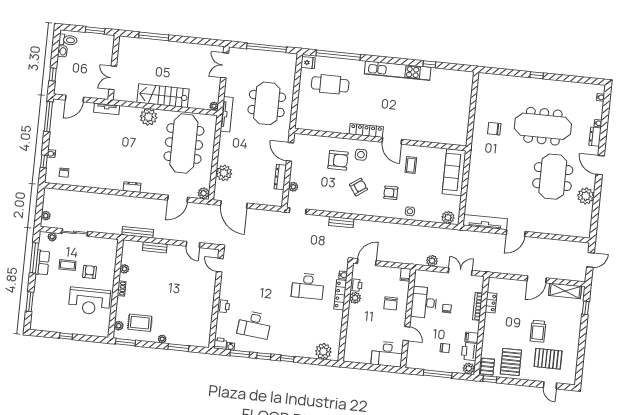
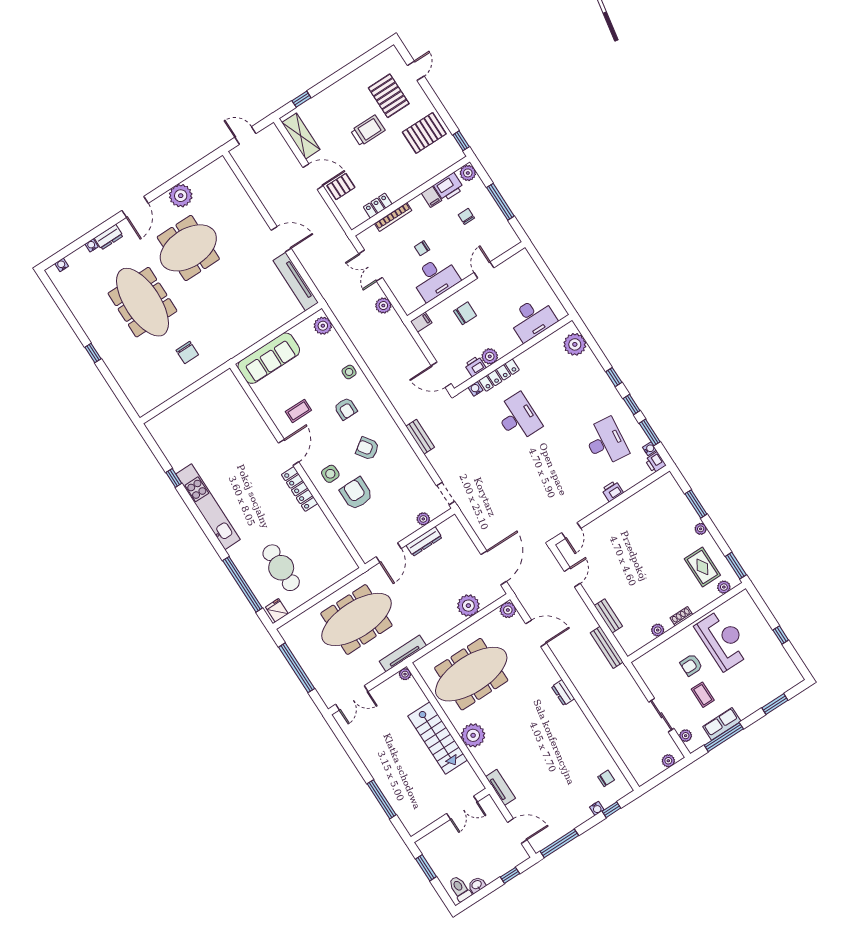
meeting table: (267, 103) -> (356, 619), width x1.36
desk: (387, 354) -> (532, 319), moved, turned 90
pallet: (487, 367) -> (341, 186), moved

